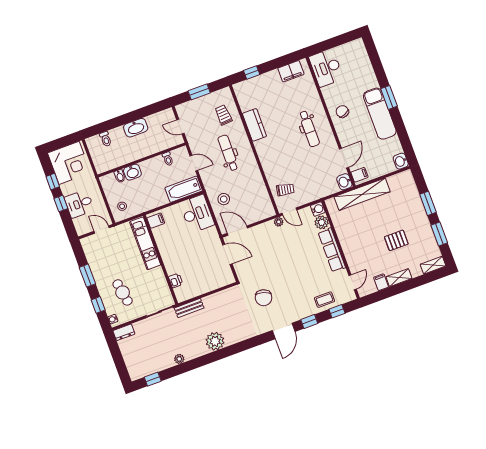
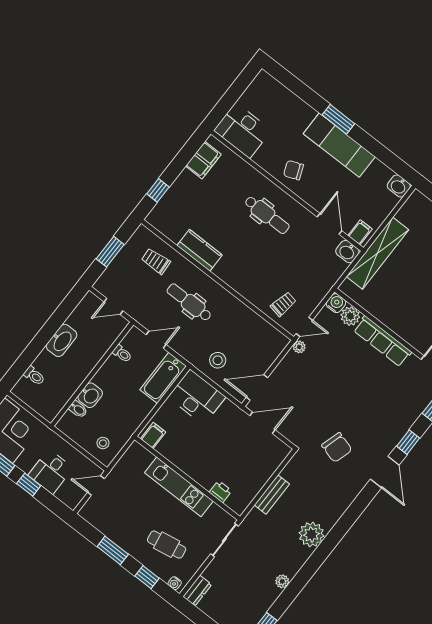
kitchen unit: (145, 243) -> (179, 487), moved
coffee table: (324, 300) -> (410, 405), removed
bench: (189, 308) -> (272, 494), moved

